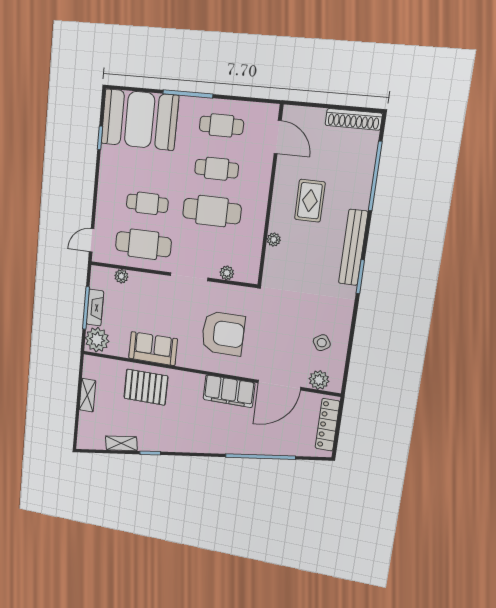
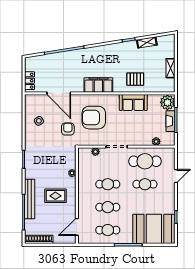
door: (278, 137) -> (77, 227), hinge flipped
rug: (310, 201) -> (55, 196), turned 90
cafe table: (212, 211) -> (108, 184), width x0.73, depth x0.74
door: (92, 240) -> (176, 176), moved
bench: (353, 247) -> (30, 199), moved
armchair: (271, 320) -> (68, 129), added
plant: (319, 380) -> (38, 100), removed
door: (279, 385) -> (59, 93), swing flipped
pallet: (146, 387) -> (135, 79), width x0.67, depth x0.71
filing cabinet: (229, 391) -> (98, 85), moved
locker: (327, 425) -> (30, 81), width x0.66

